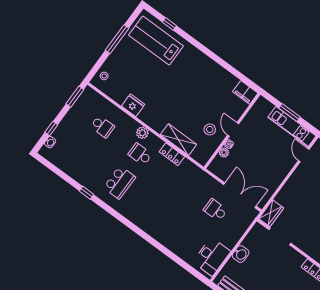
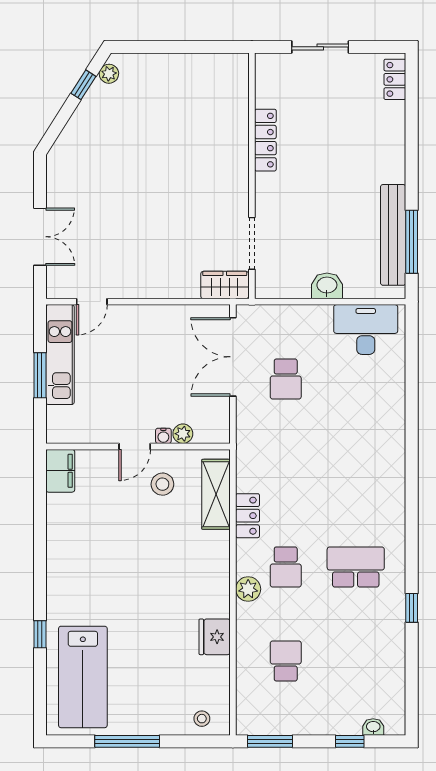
window: (169, 24) -> (40, 634), moved
shelving: (179, 140) -> (216, 494), moved

